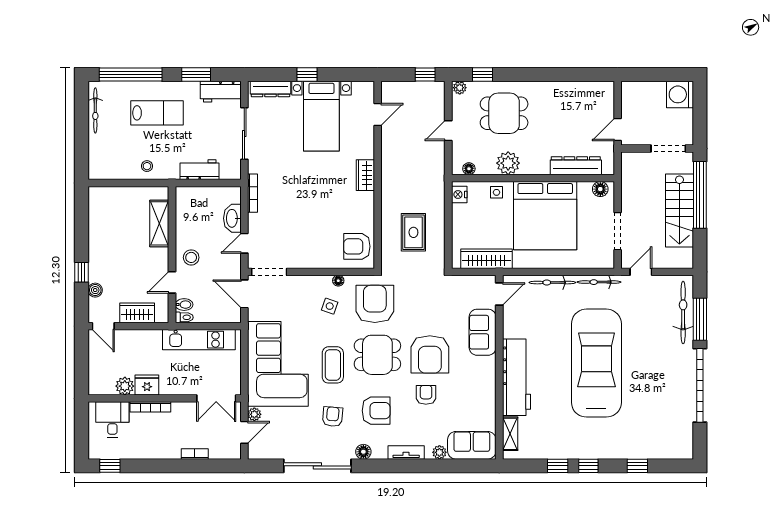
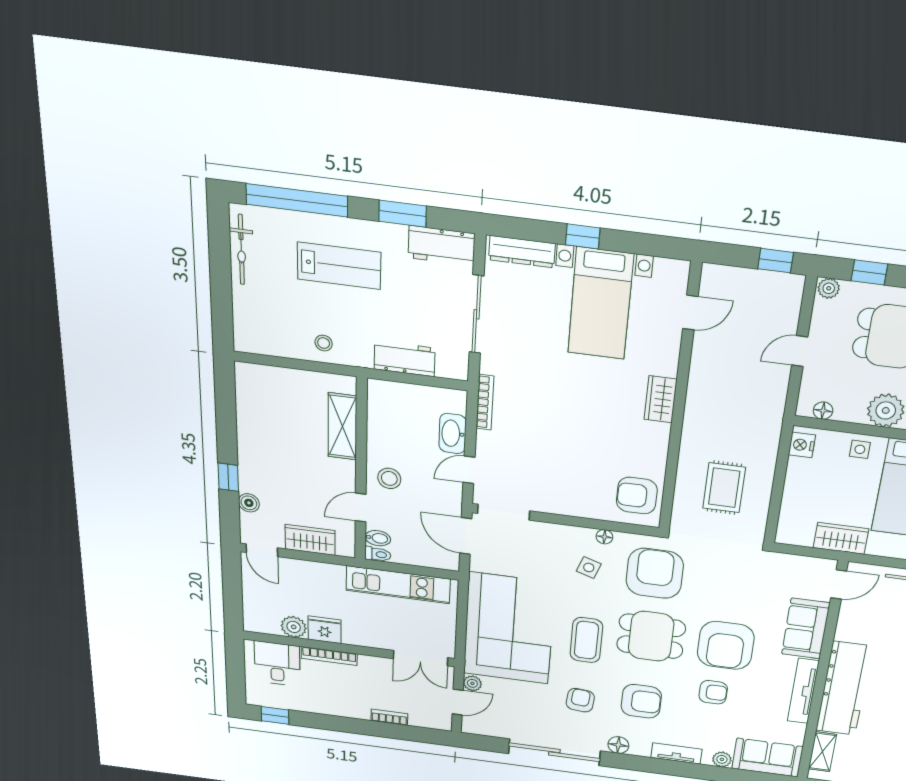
wardrobe: (486, 259) -> (841, 538), width x0.67
tv unit: (489, 384) -> (803, 691), added
armchair: (426, 395) -> (713, 692), turned 90

